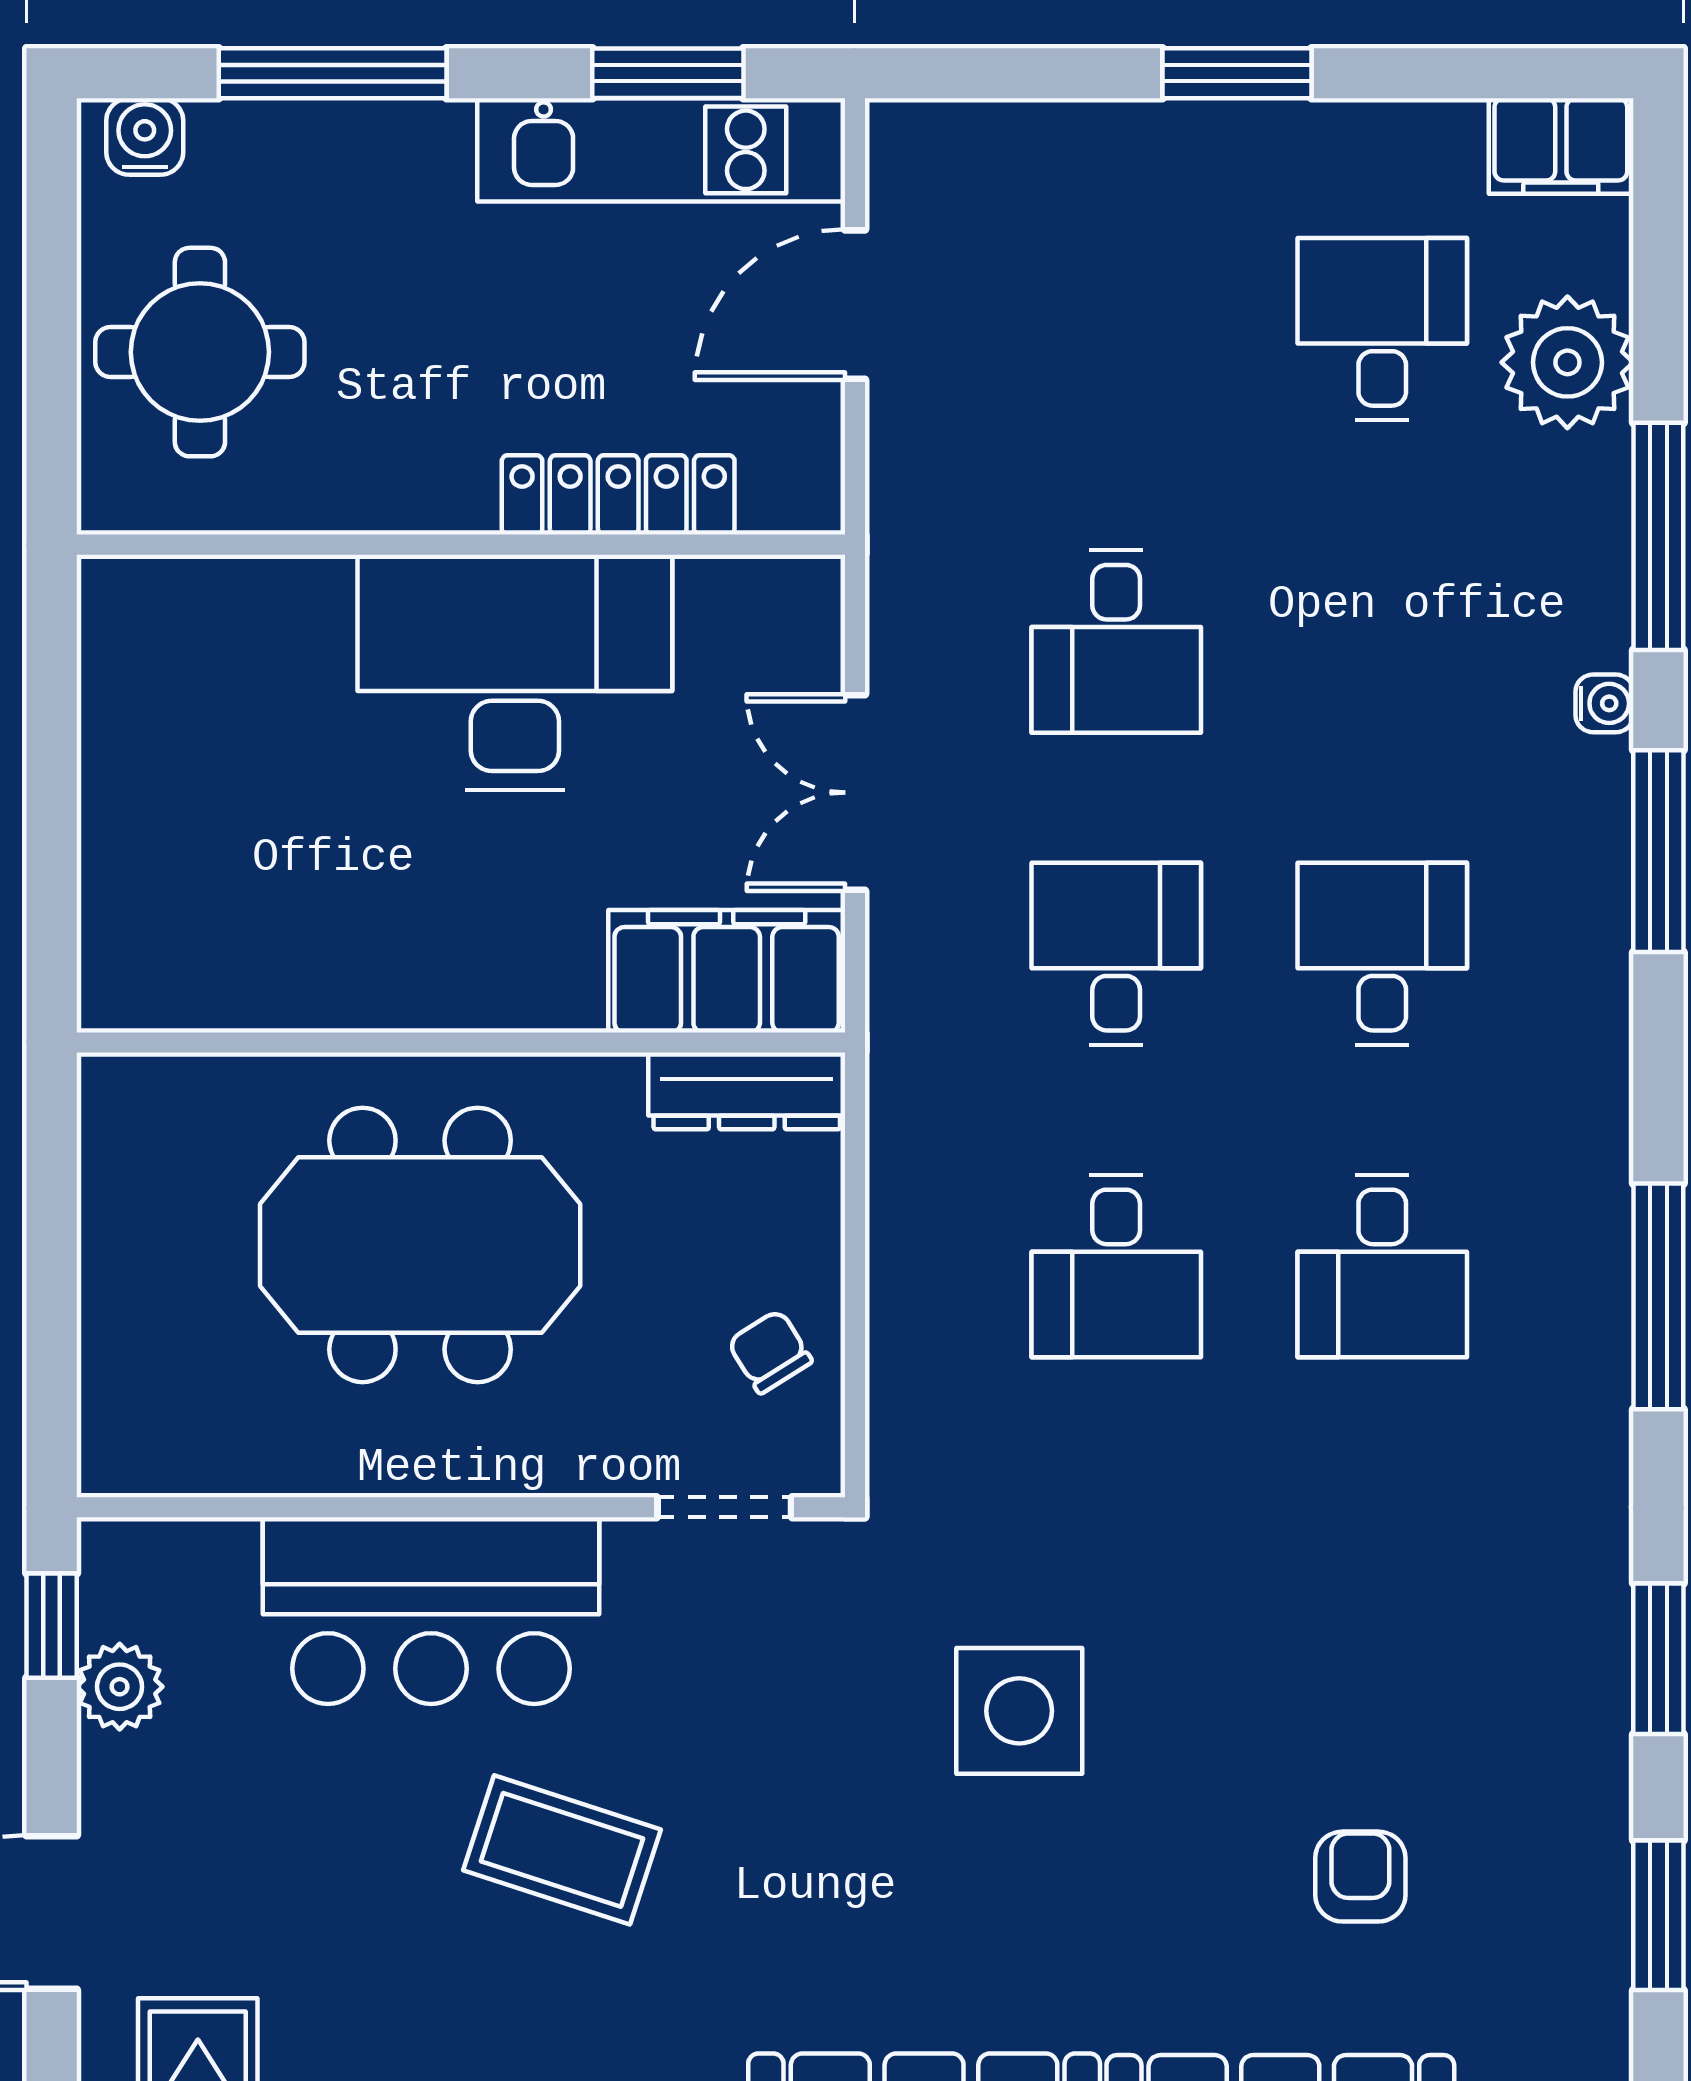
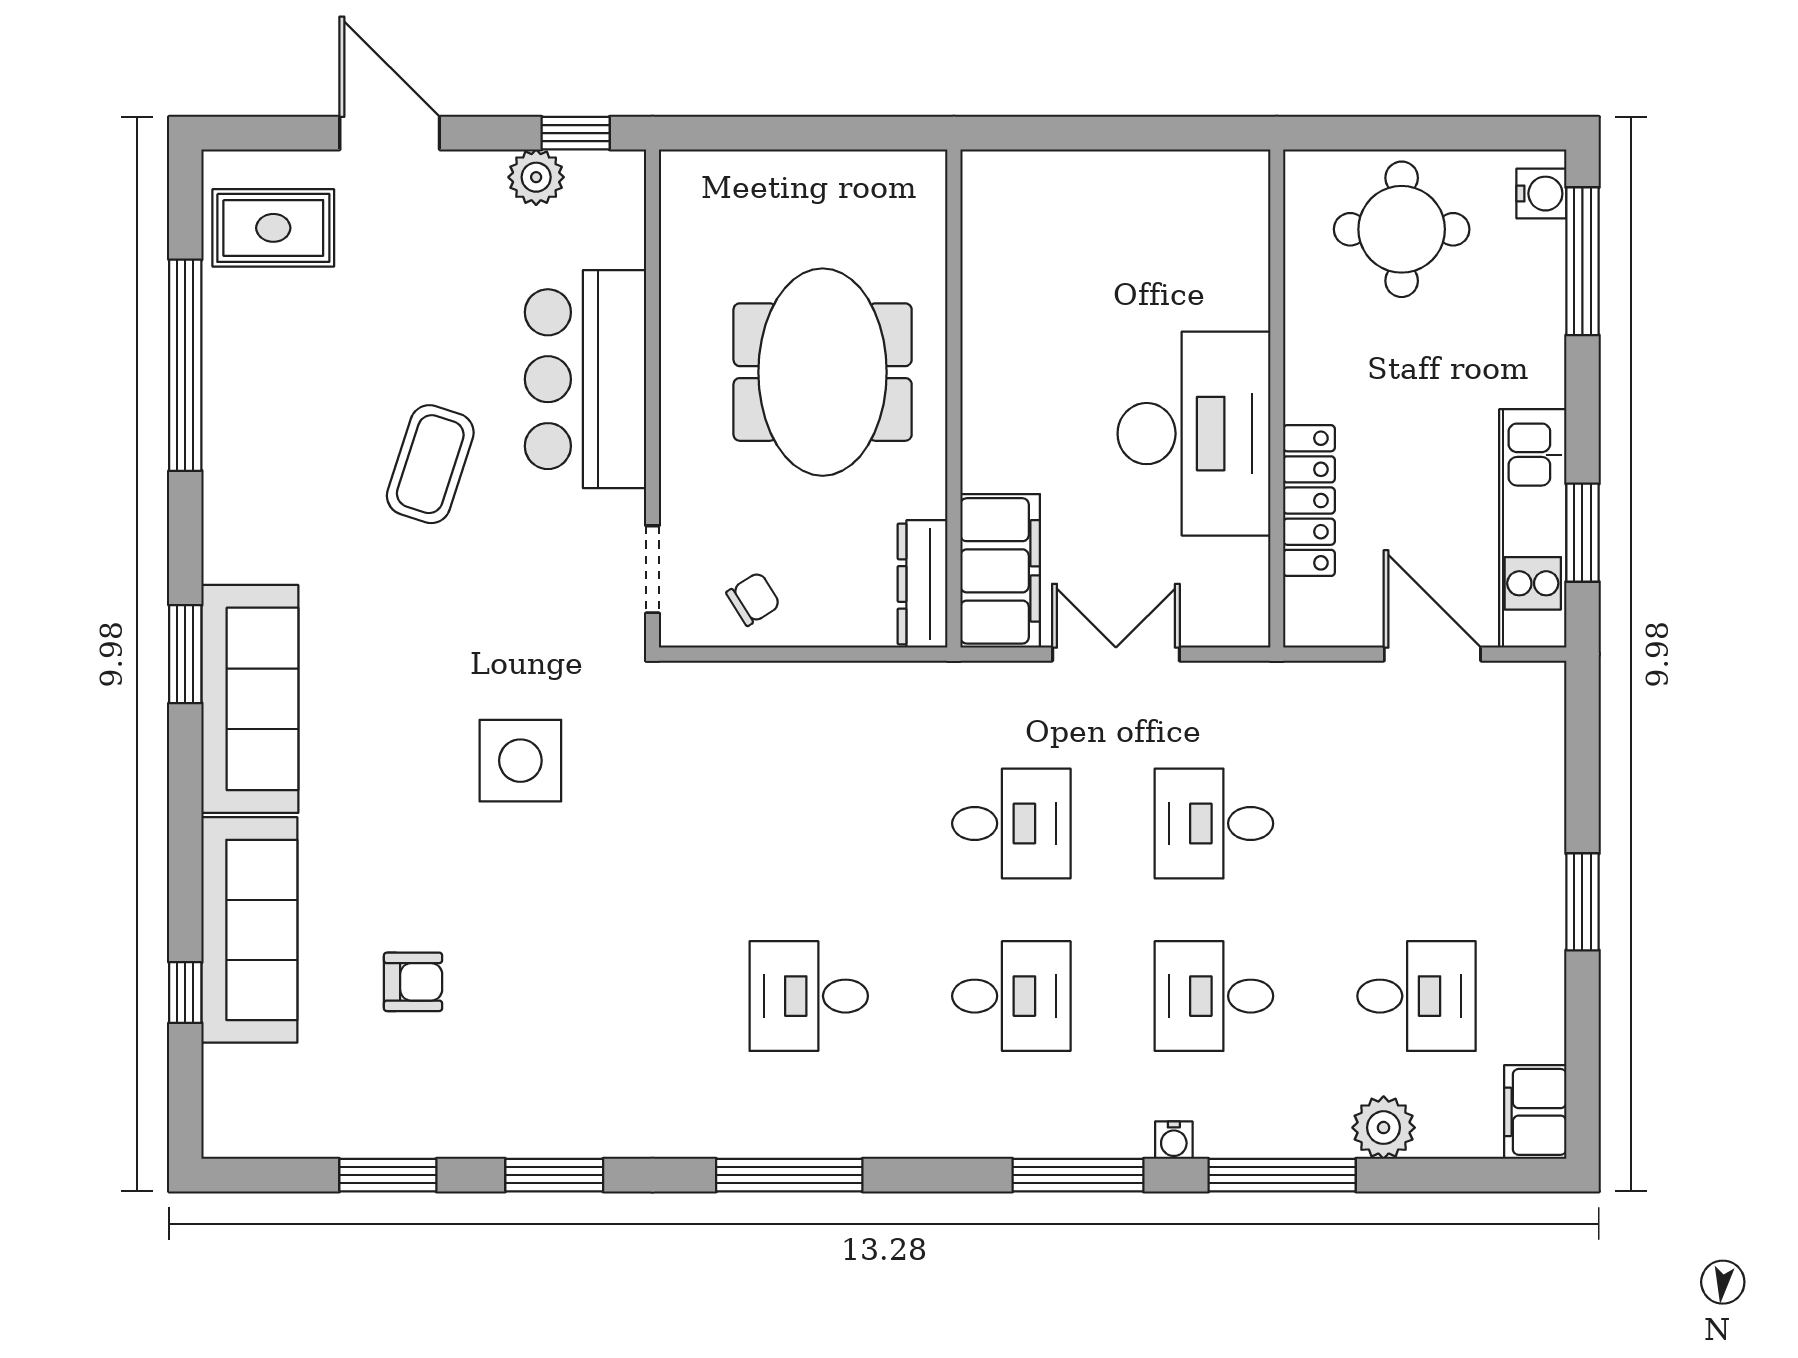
window: (333, 73) -> (1582, 261), moved
plant: (1567, 362) -> (1384, 1128), width x0.73, depth x0.73
desk: (1116, 1266) -> (1214, 996), moved

